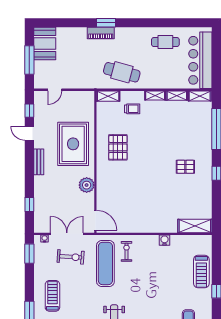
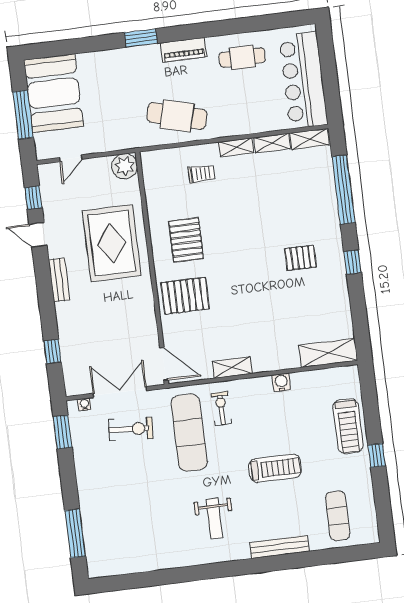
piano: (101, 33) -> (184, 50), moved
booth: (45, 43) -> (54, 93), width x1.36, depth x1.42
shelving: (108, 96) -> (232, 368), moved
pallet: (113, 181) -> (185, 296), added
plant: (87, 185) -> (125, 166), moved
treadmill: (52, 296) -> (275, 468), moved, turned 90

